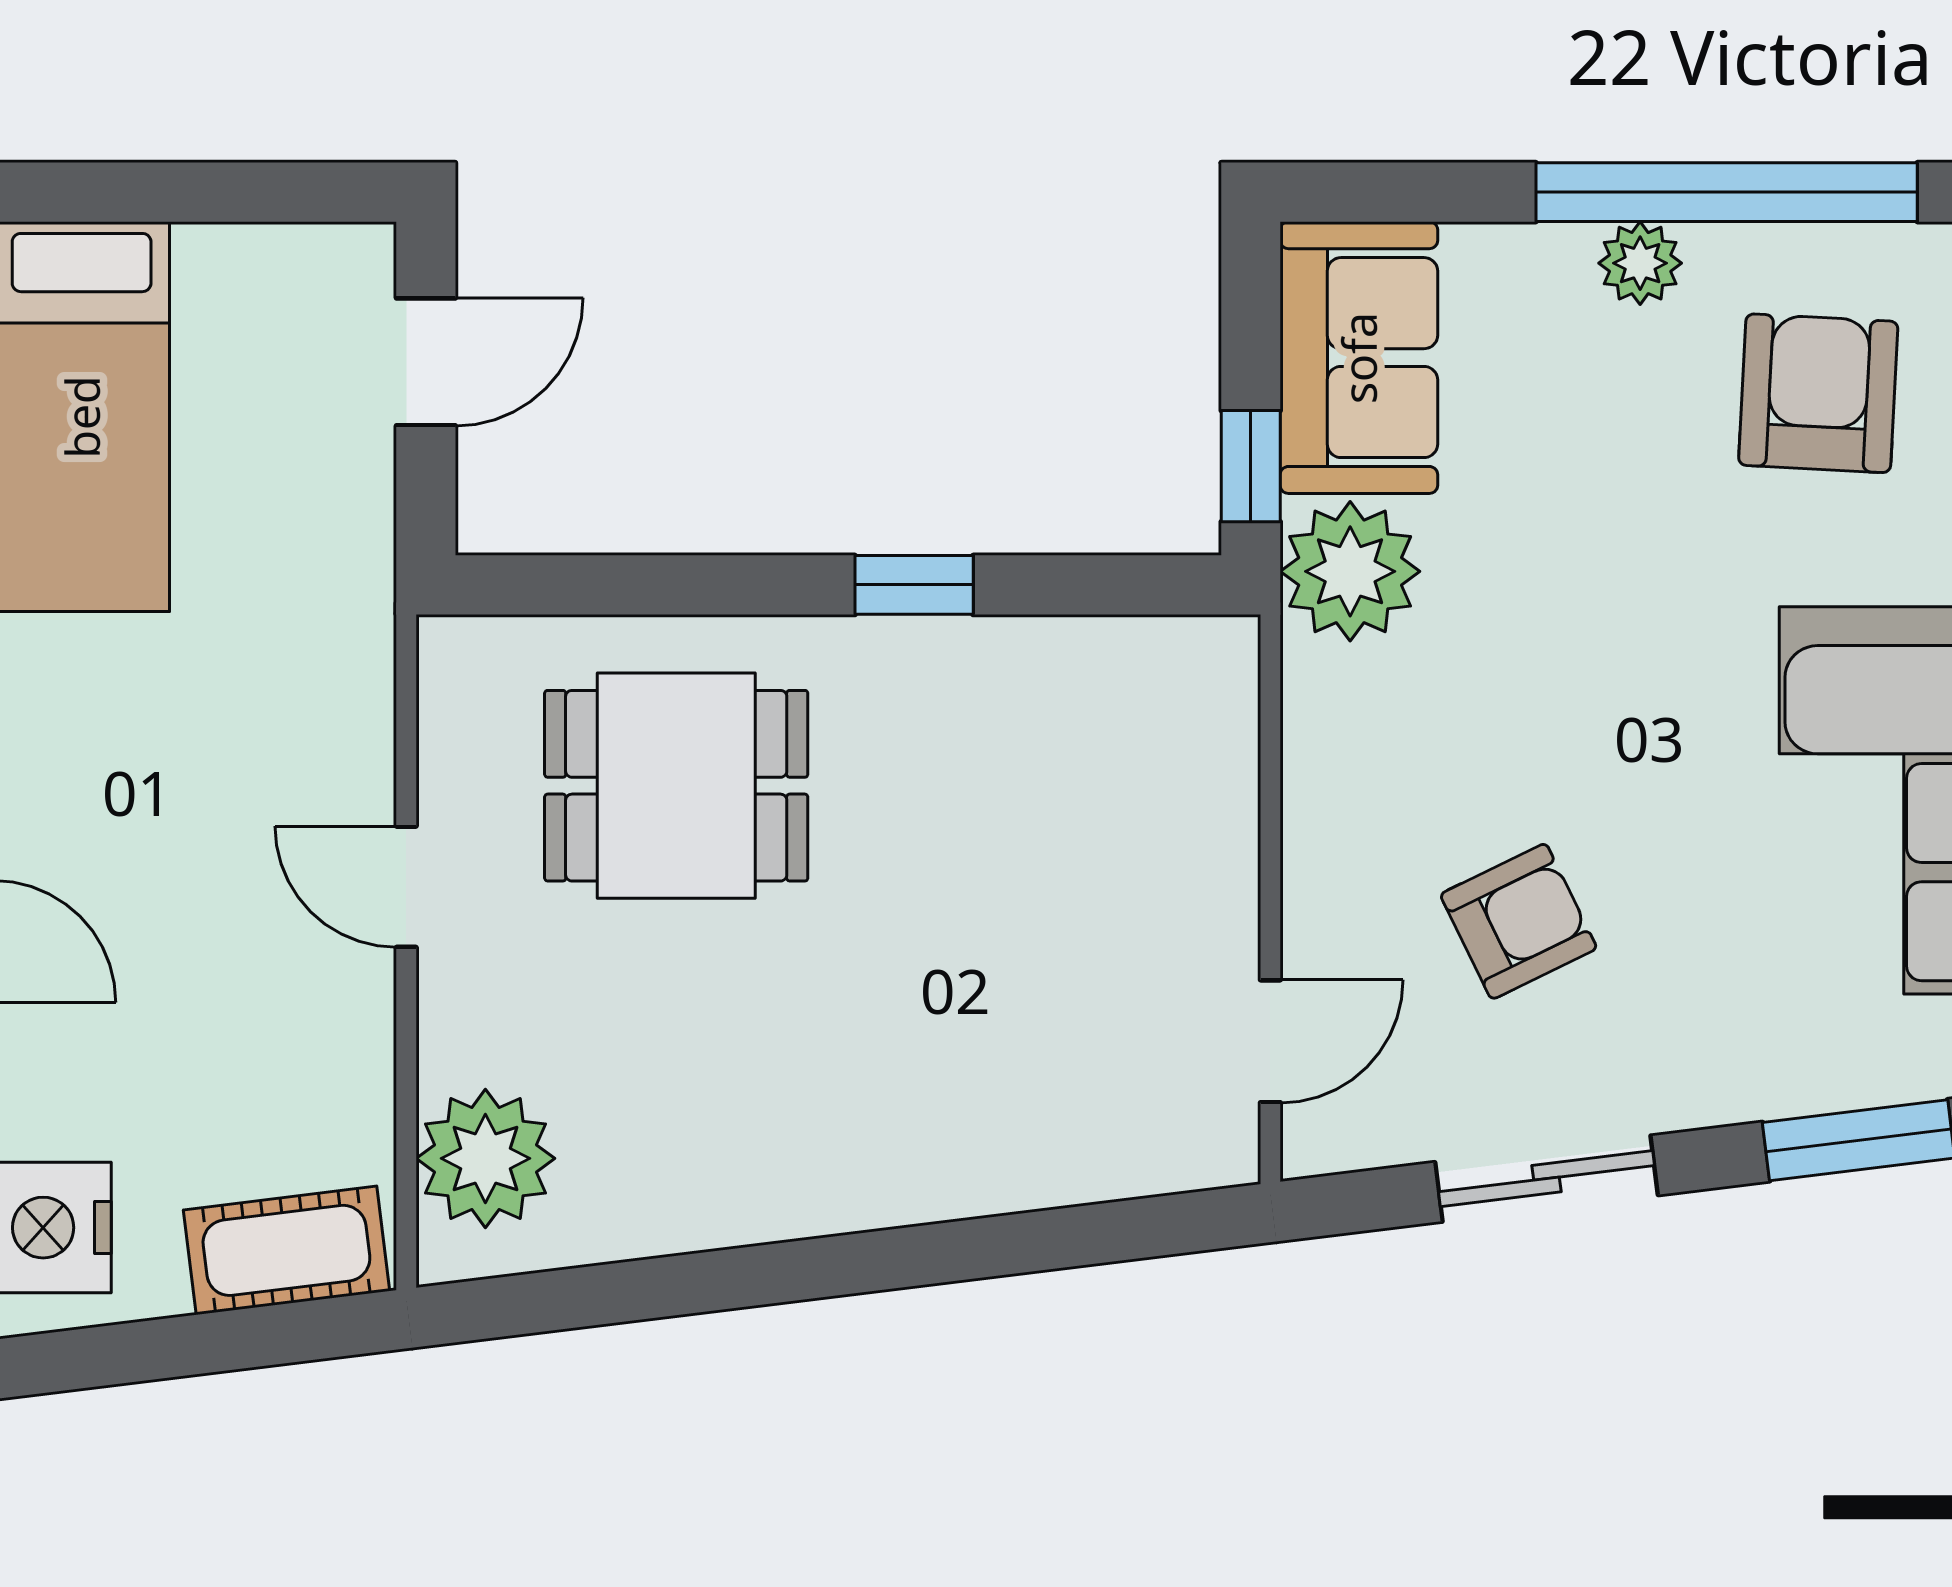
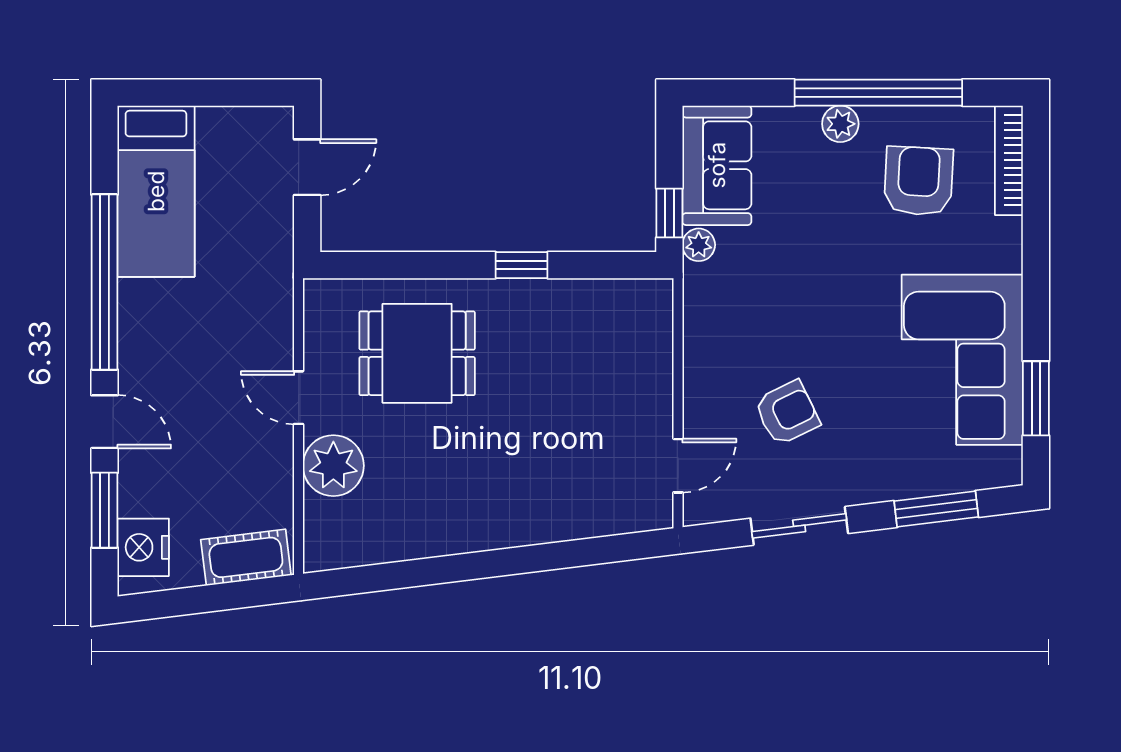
plant: (1350, 571) -> (699, 245), width x0.53, depth x0.53
plant: (485, 1158) -> (333, 466), moved

